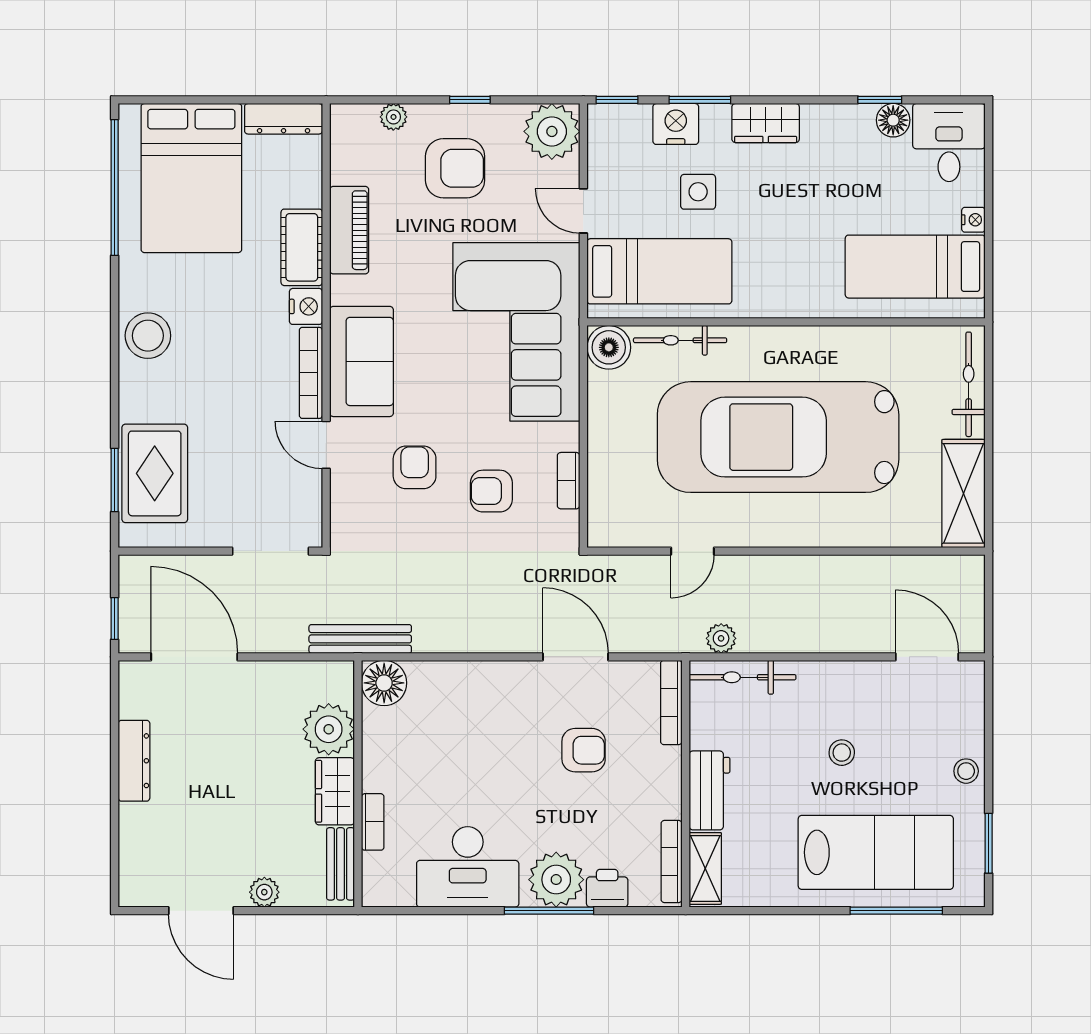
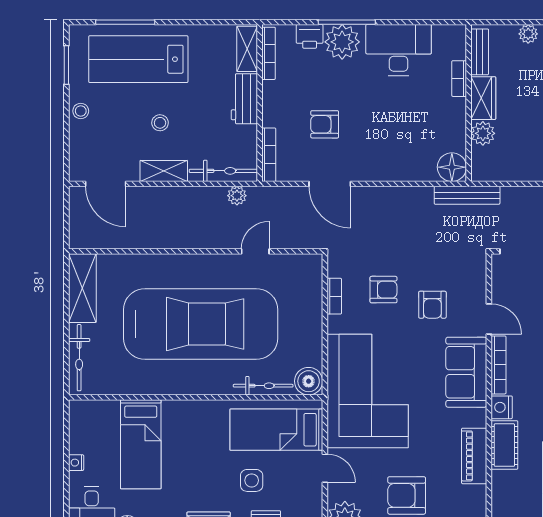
bed: (915, 267) -> (141, 444), moved, turned 90
shelving: (836, 677) -> (164, 171), added
plant: (329, 729) -> (483, 133), width x0.73, depth x0.73

